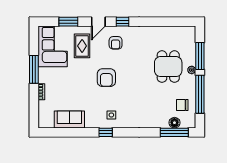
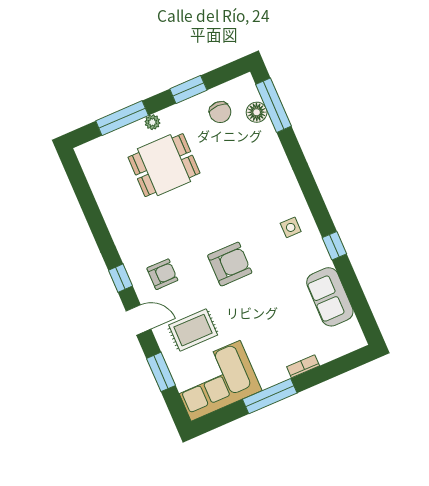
window: (200, 94) -> (188, 89), width x0.47
window: (106, 132) -> (334, 246), moved

